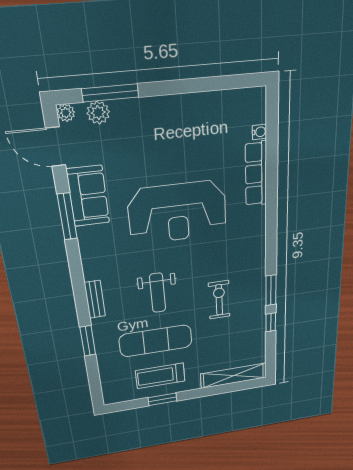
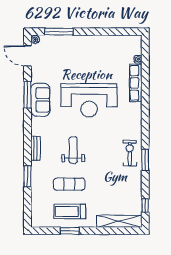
plant: (98, 113) -> (52, 41), removed
sofa: (88, 196) -> (40, 100), moved
weight bench: (158, 293) -> (73, 150), turned 180
exercise bike: (219, 300) -> (130, 153), moved
window: (271, 322) -> (145, 205), moved
exercise mat: (156, 341) -> (69, 184), width x0.73, depth x0.69

